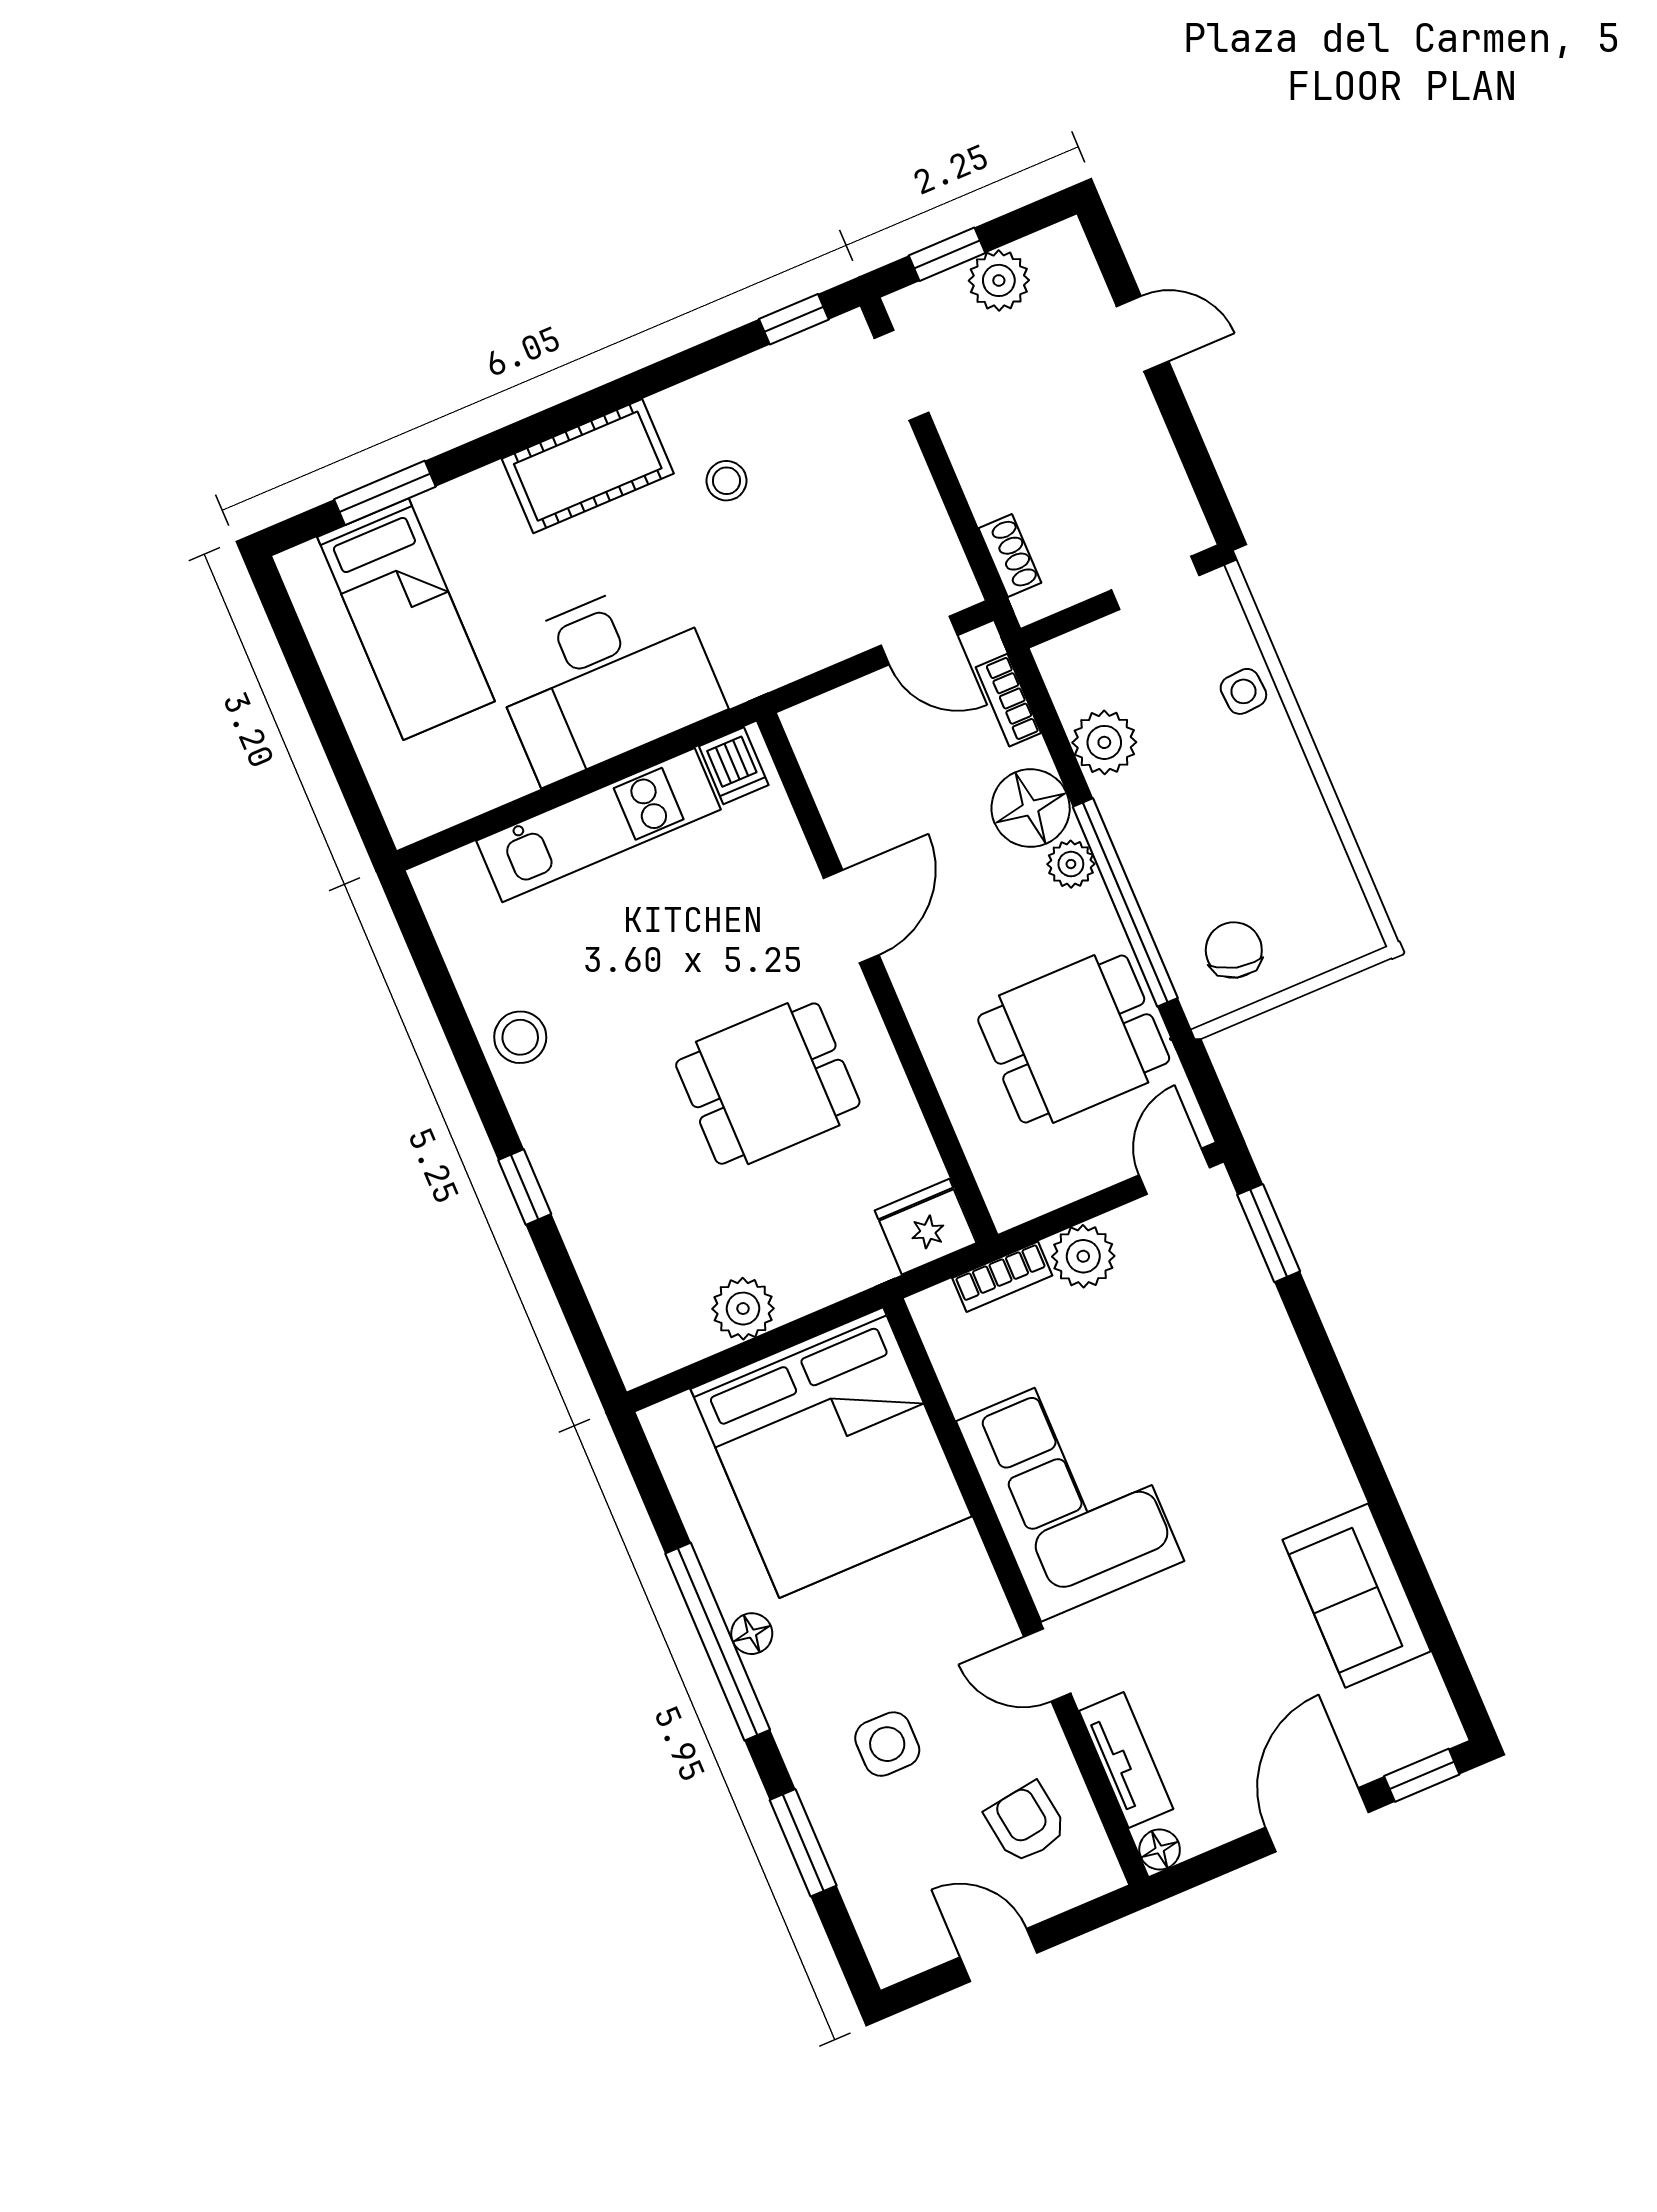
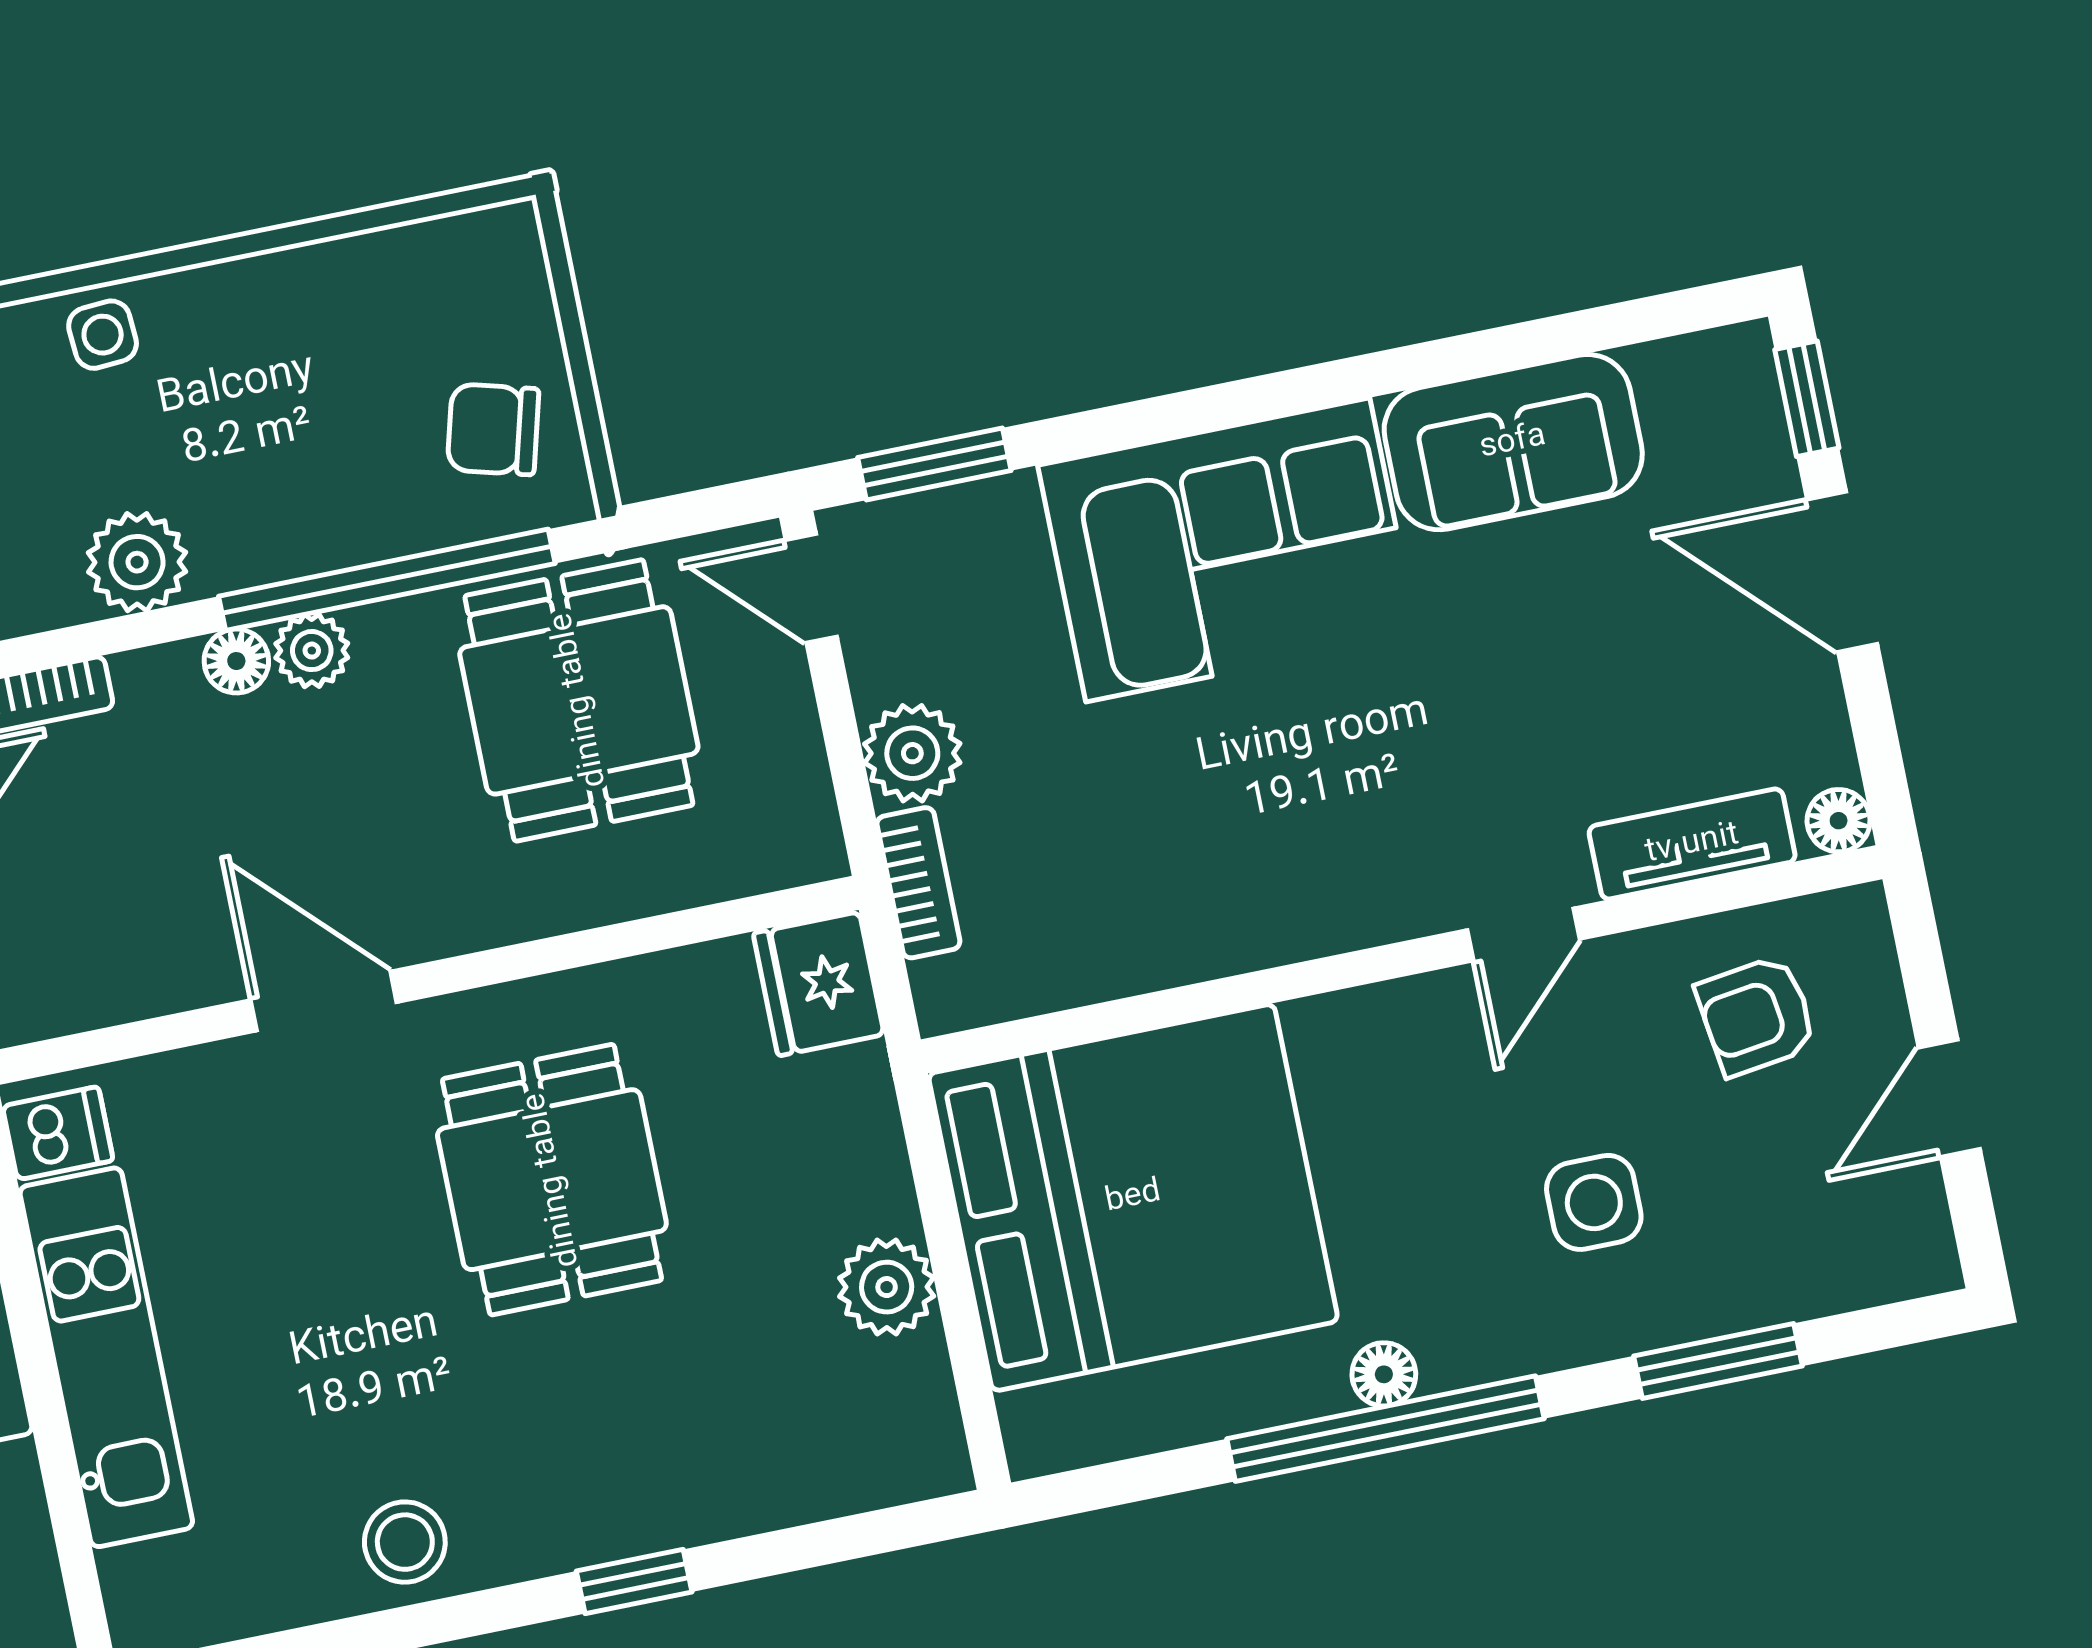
floor lamp: (1031, 808) -> (236, 661), width x0.53, depth x0.53
corner sofa: (1070, 1491) -> (1228, 550), moved, turned 180

